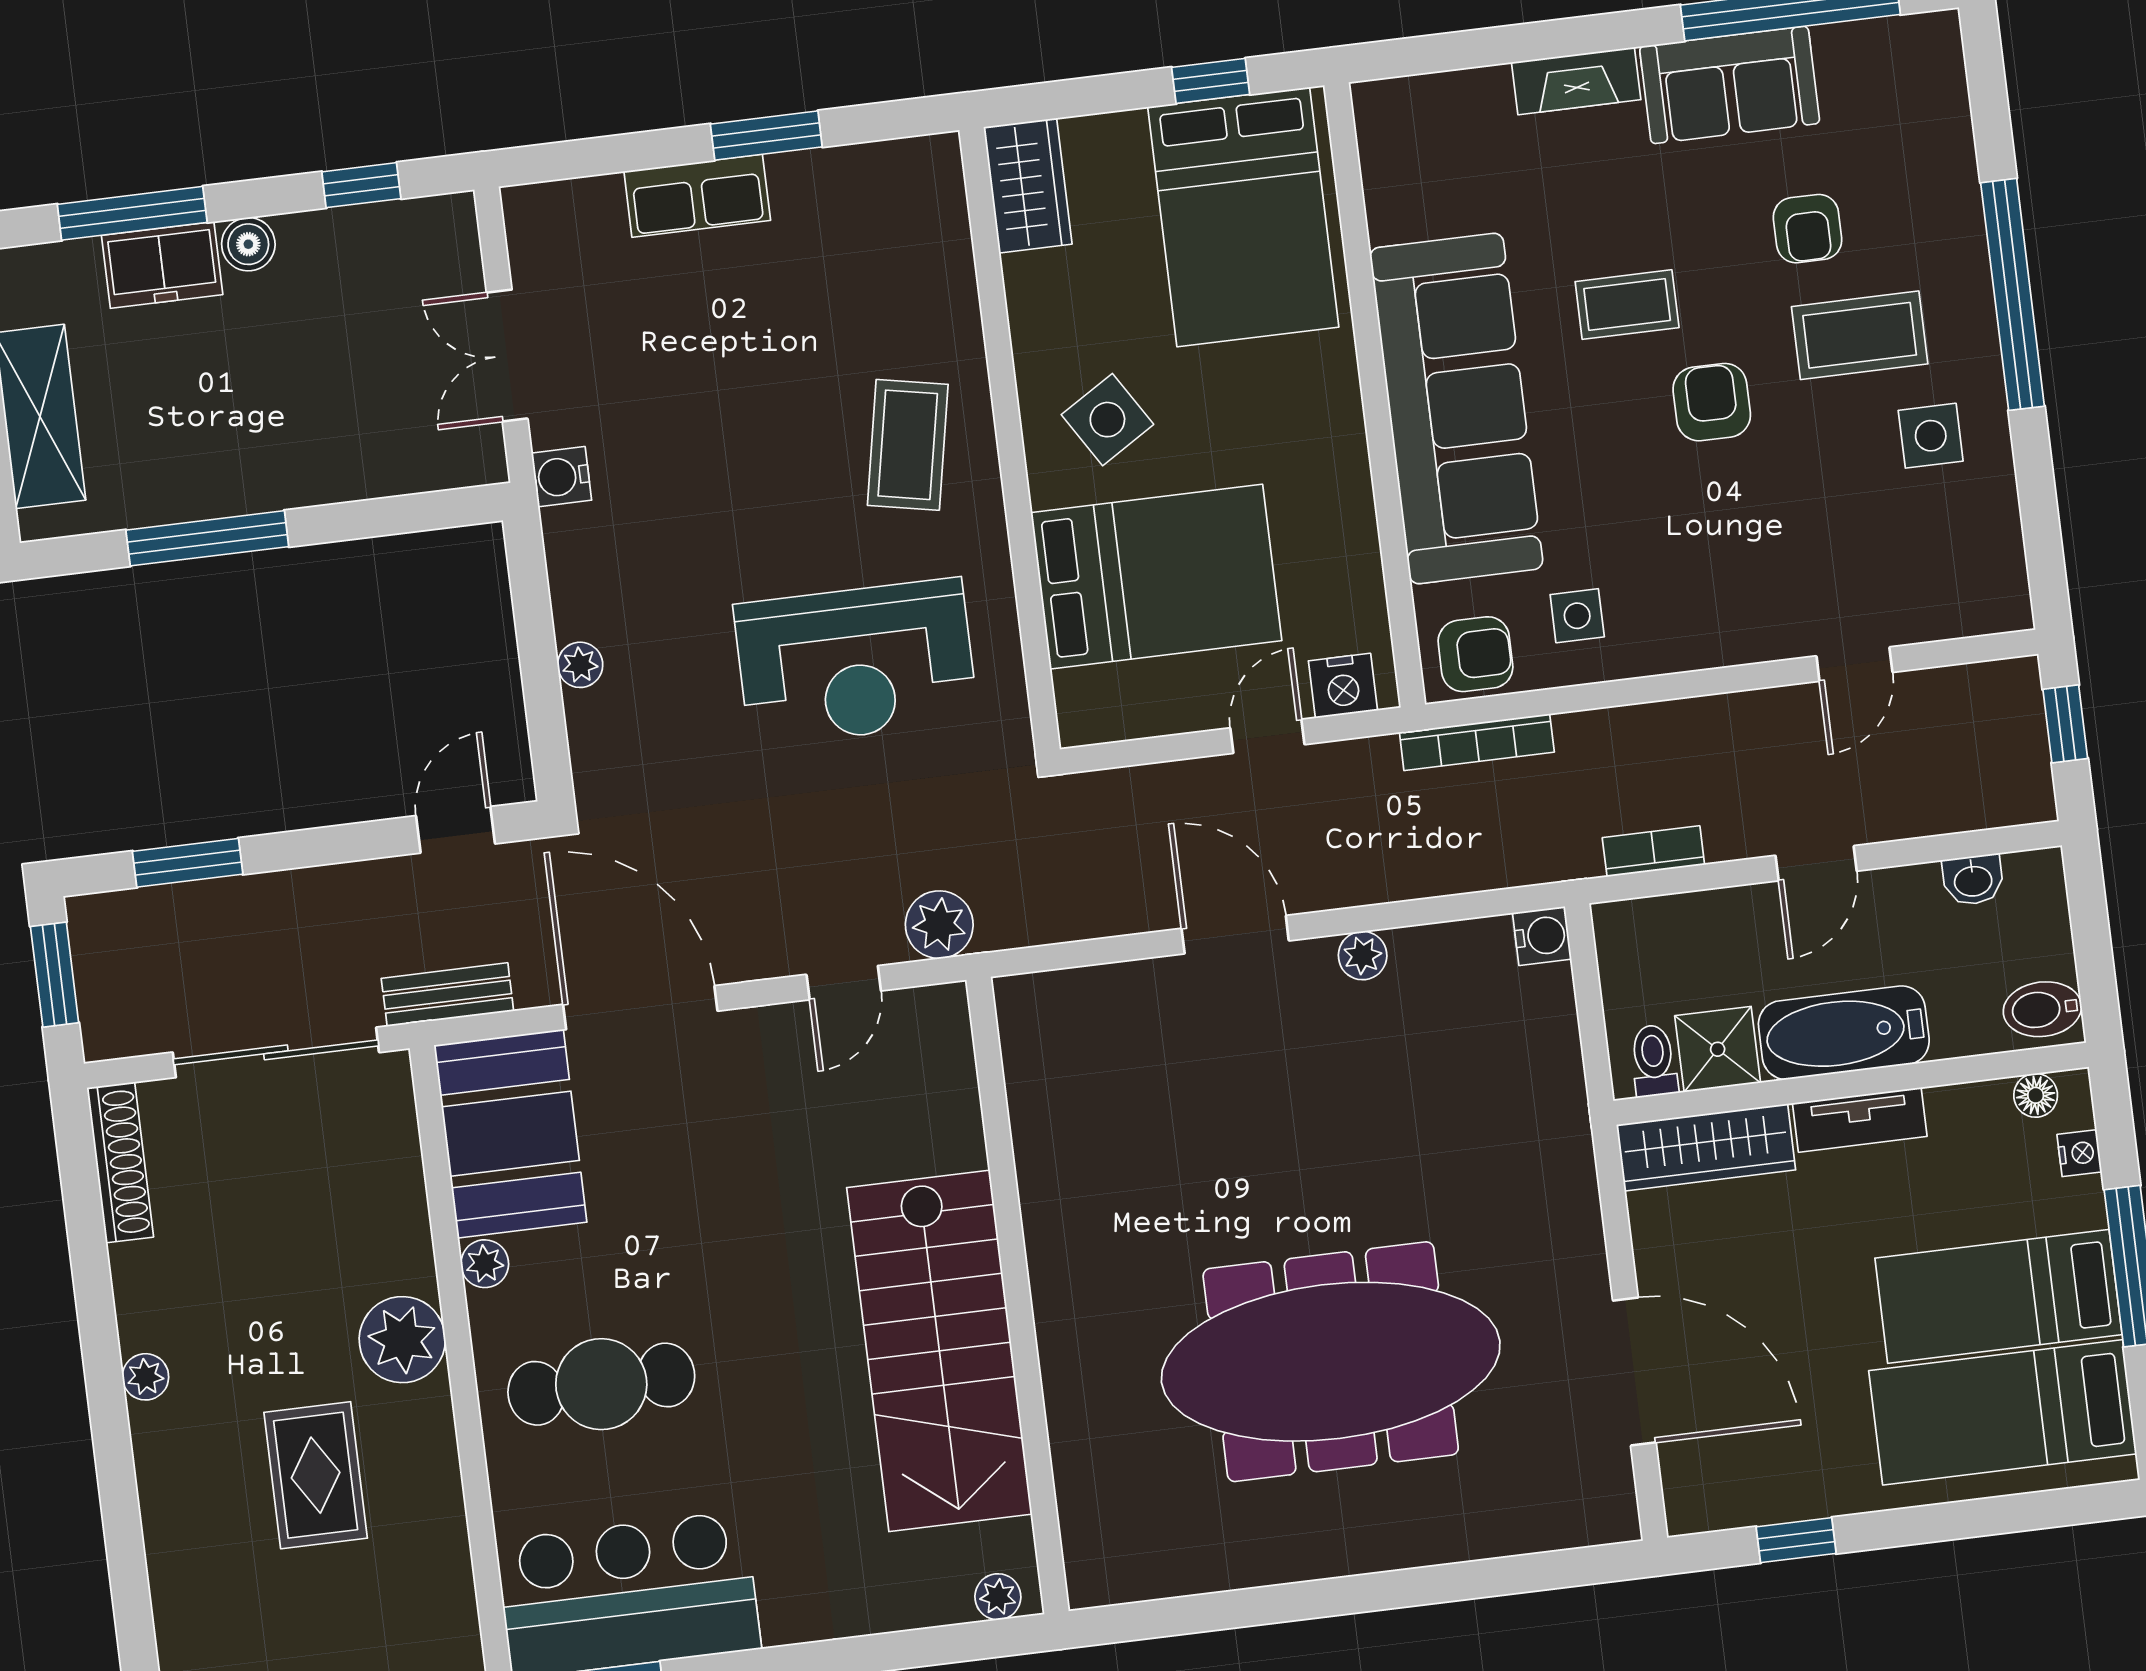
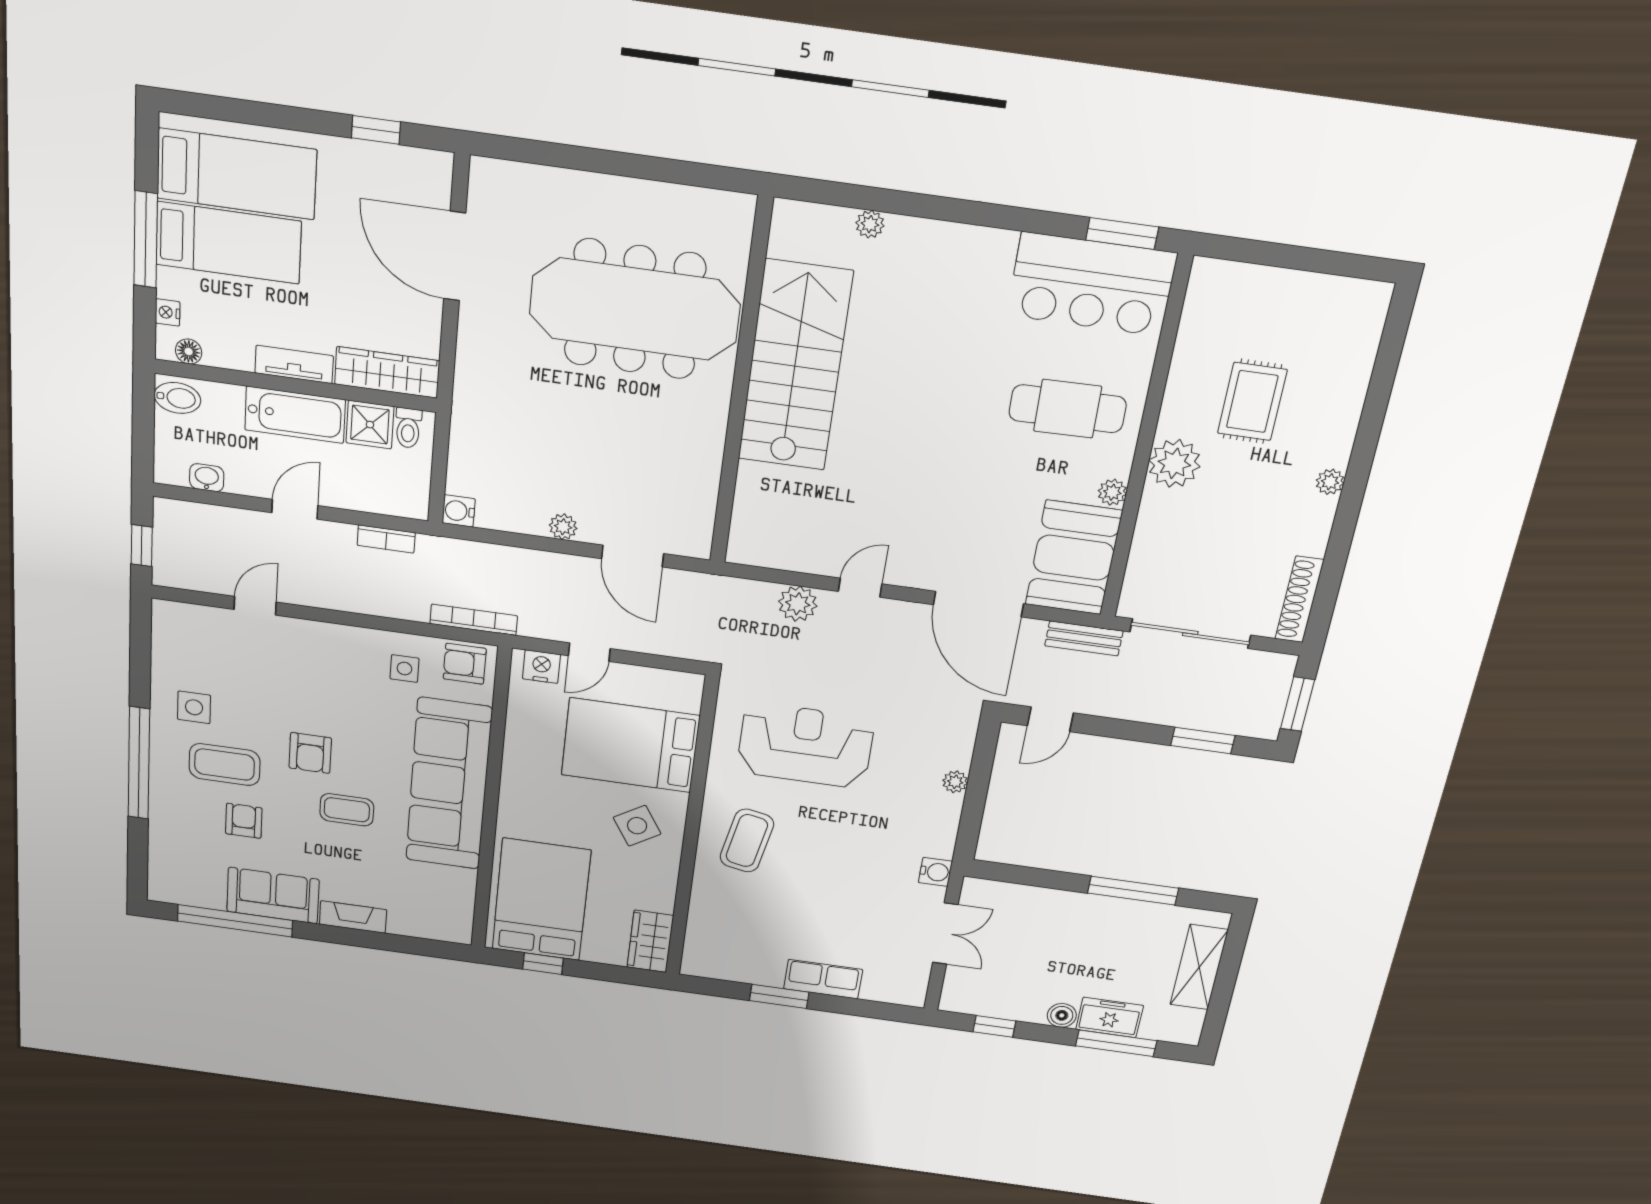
wall: (1017, 1296) -> (741, 385), moved
stairs: (939, 1351) -> (795, 366), moved

